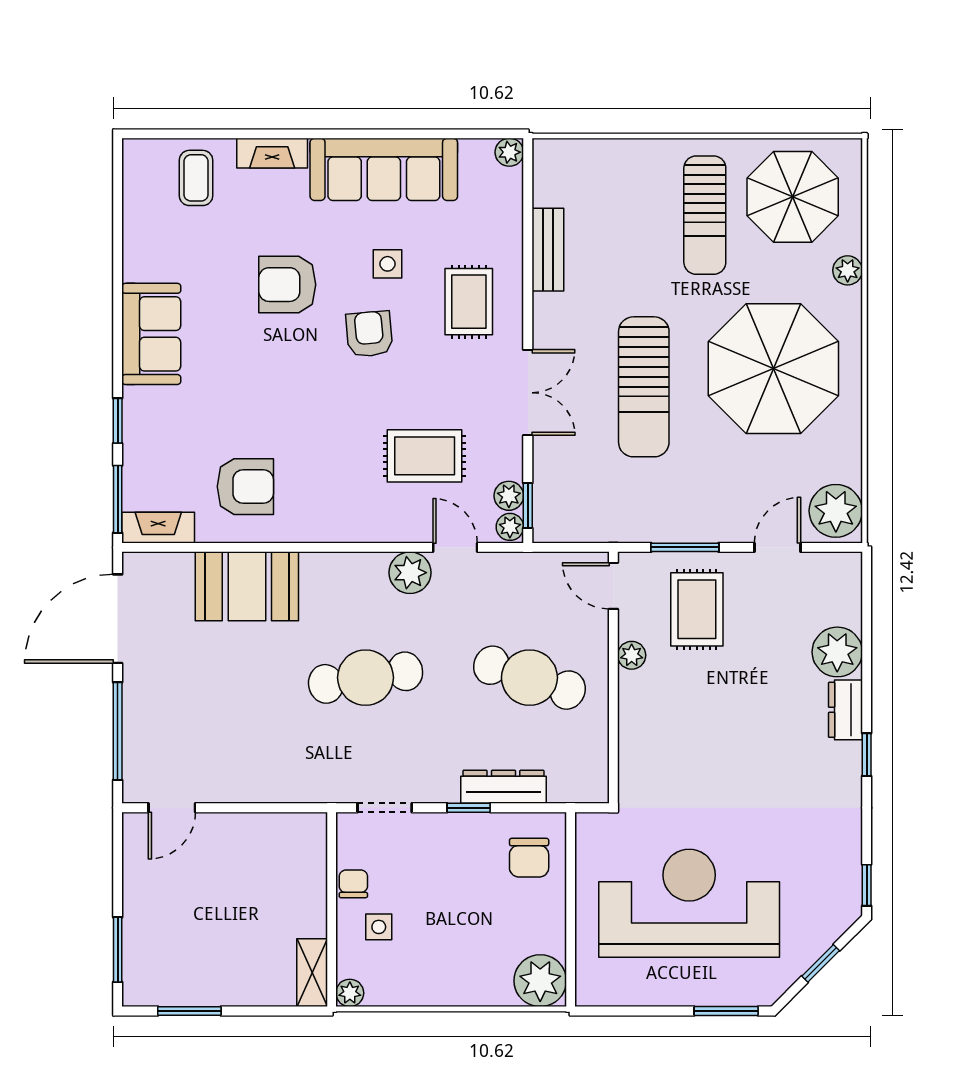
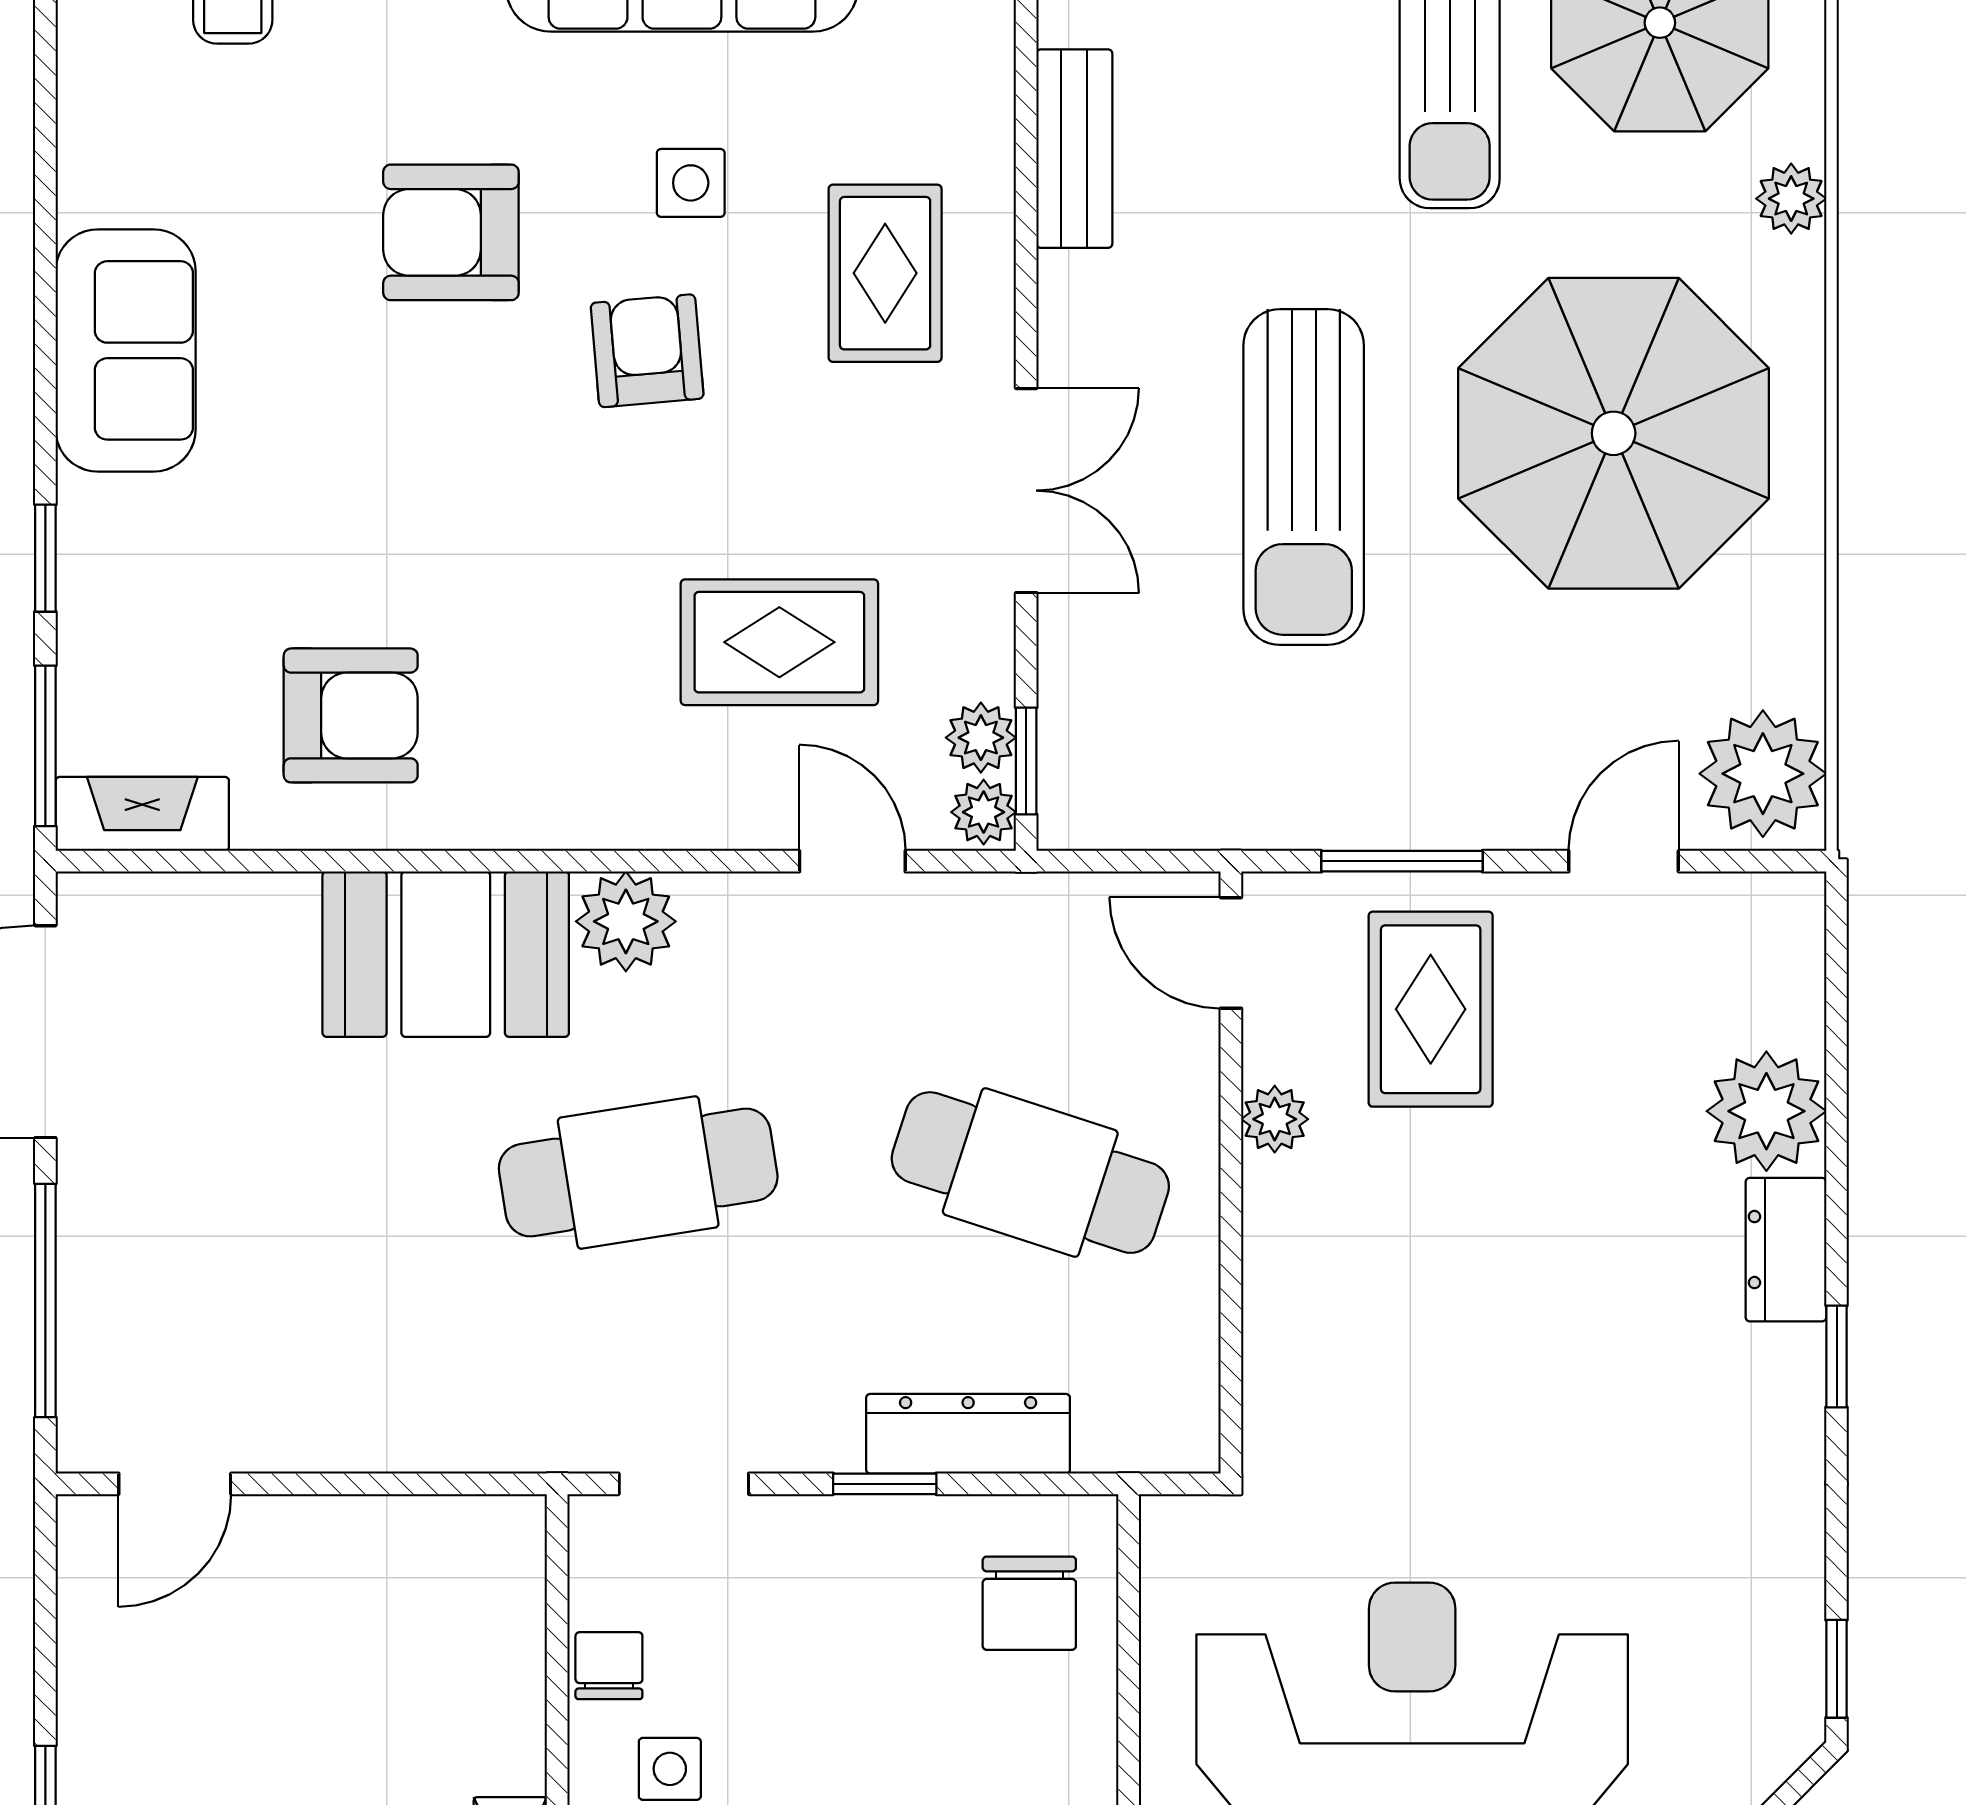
plant: (410, 573) -> (626, 921), moved
booth: (247, 586) -> (446, 954), moved

